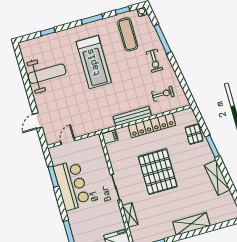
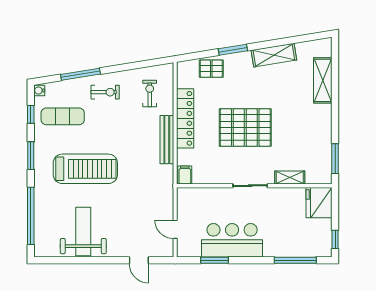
window: (48, 32) -> (31, 216), width x3.17
shelving: (191, 224) -> (323, 80), moved

